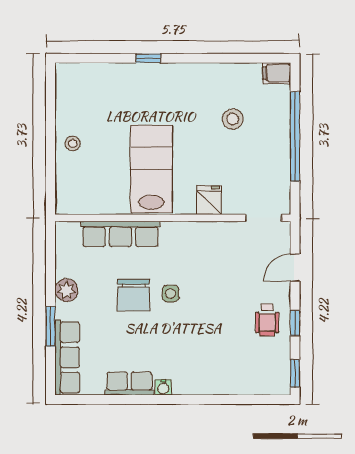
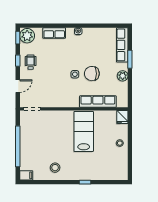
stool: (233, 119) -> (55, 168), moved
lab bench: (151, 169) -> (84, 131), turned 180
fridge: (209, 200) -> (122, 117), moved
chair: (134, 295) -> (92, 74), turned -90
plant: (275, 378) -> (27, 36), added
row of seats: (129, 384) -> (54, 33), moved

